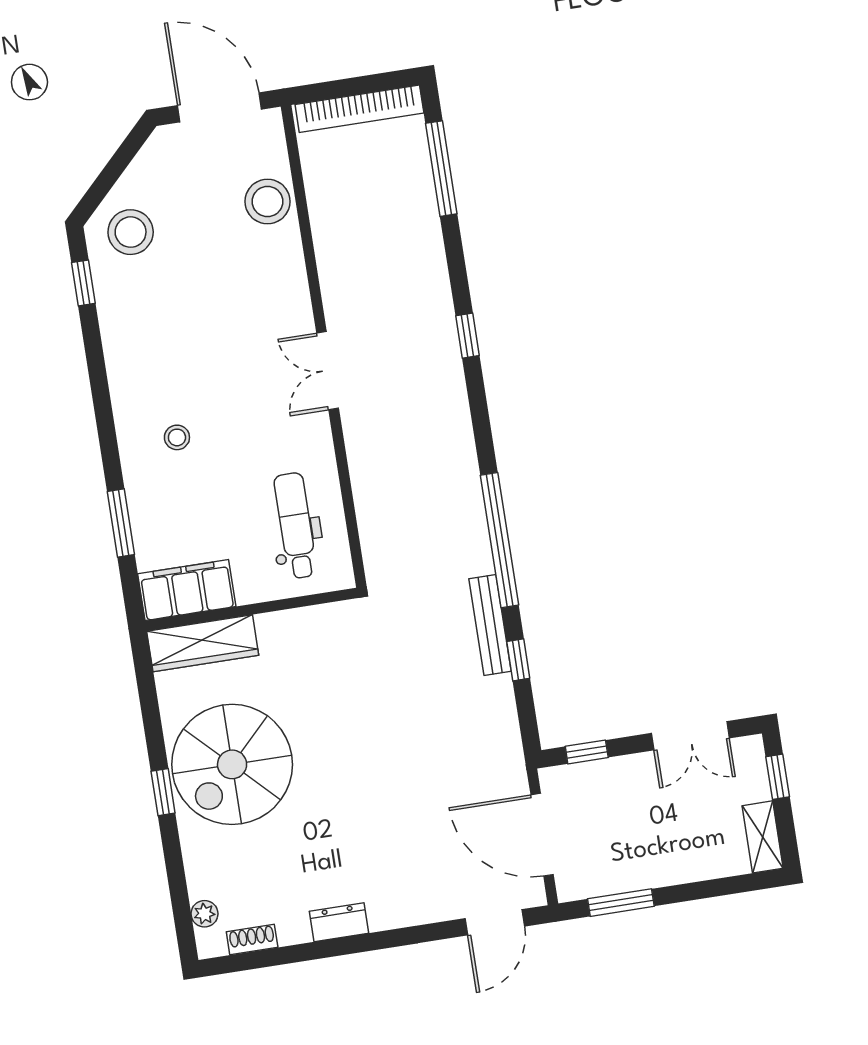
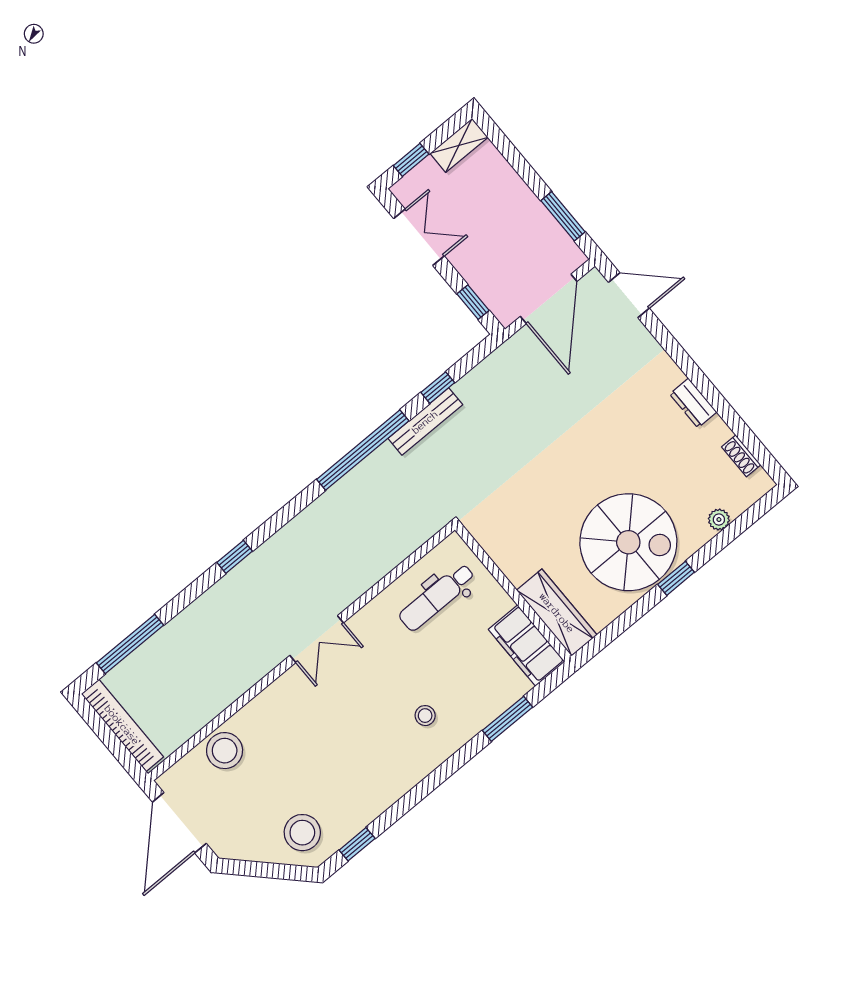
plant: (204, 914) -> (719, 520), moved

